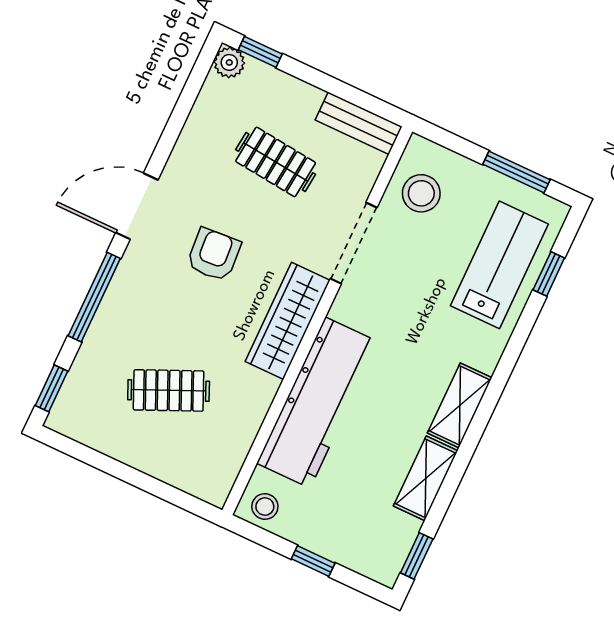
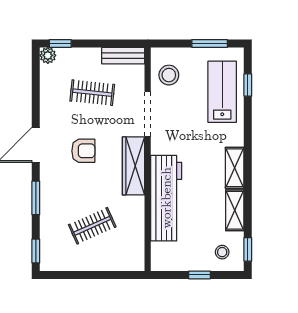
armchair: (214, 255) -> (83, 151), turned 94
window: (94, 297) -> (36, 198), width x0.69
stool: (265, 507) -> (222, 252), moved

